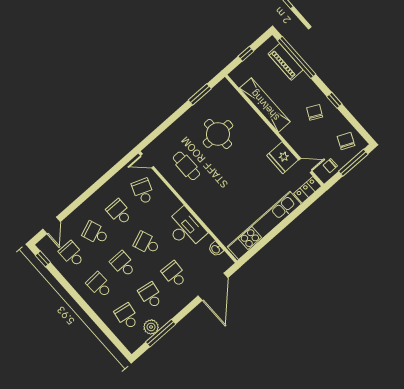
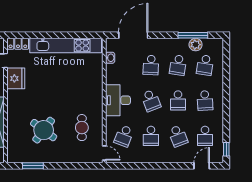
round table: (218, 134) -> (44, 130), turned 37
desk: (185, 229) -> (118, 100), moved

